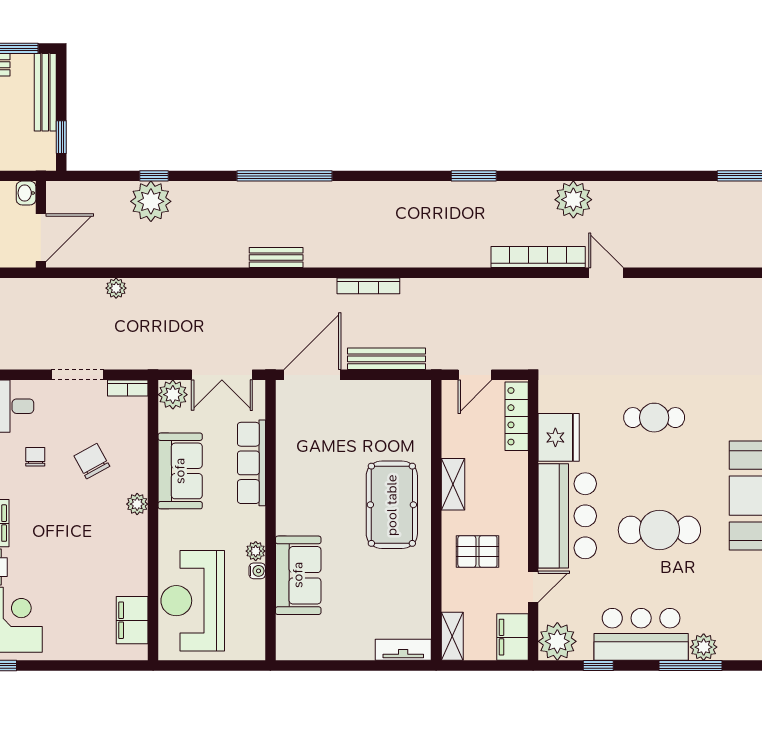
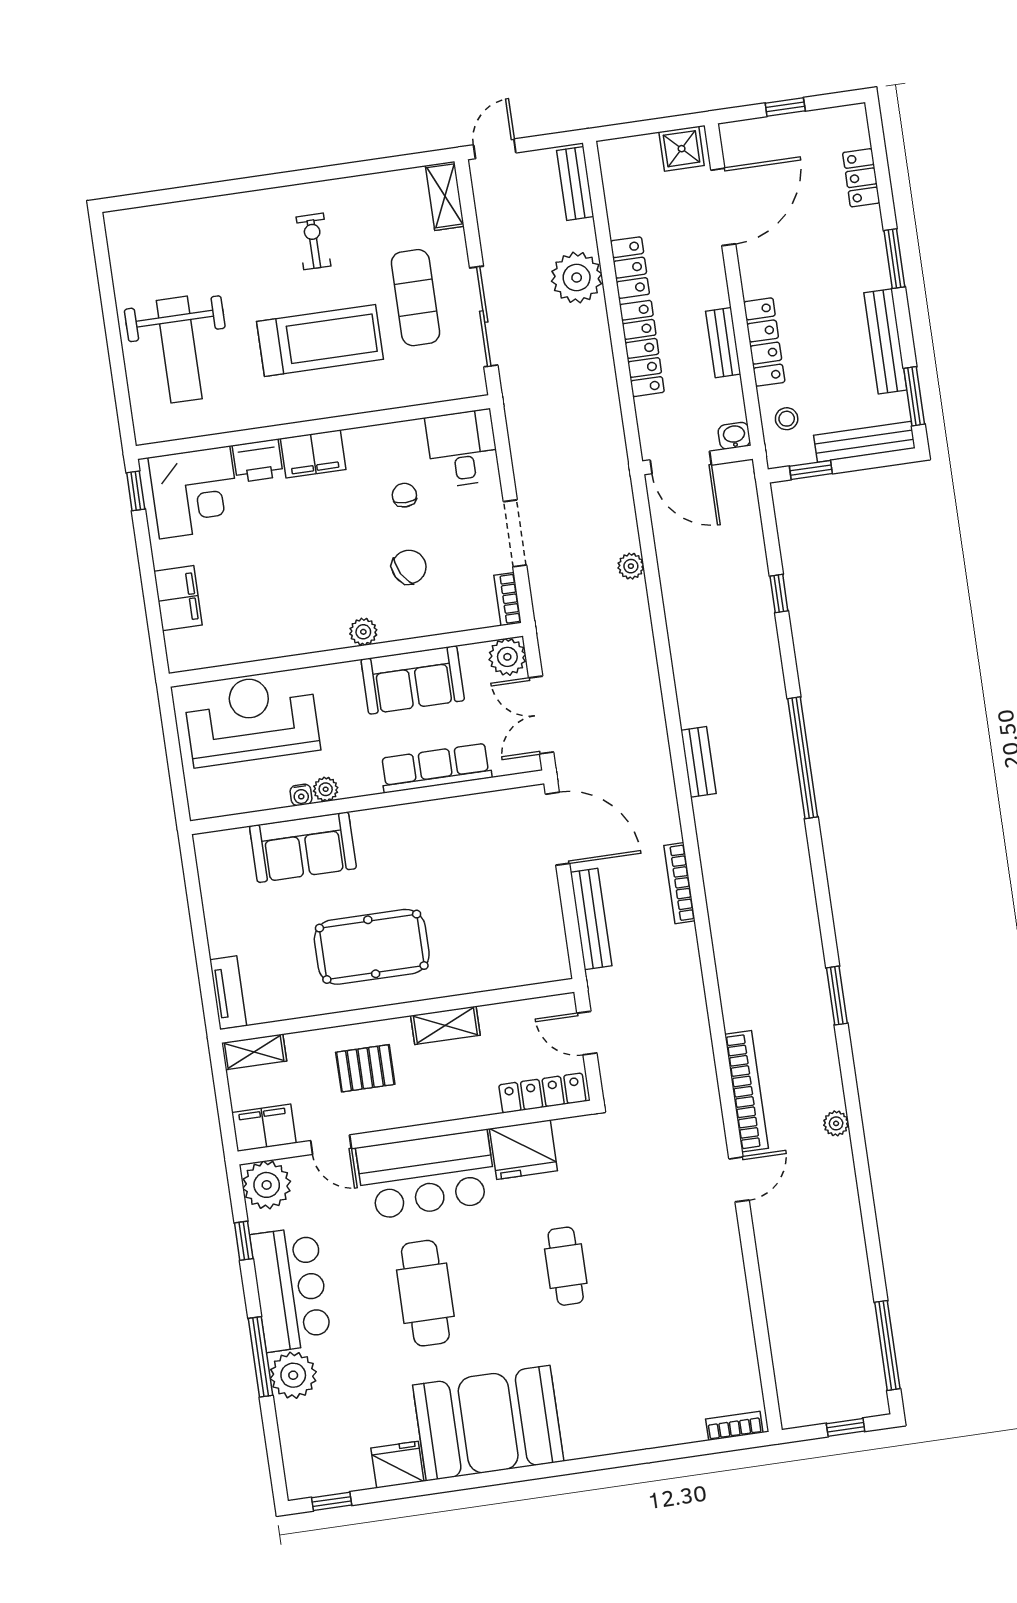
stool: (19, 150) -> (787, 419), added
plant: (573, 200) -> (836, 1123), width x0.53, depth x0.53
plant: (151, 201) -> (746, 594), removed
chair: (35, 457) -> (404, 495), turned -90
pool table: (392, 505) -> (372, 947), moved
pallet: (477, 552) -> (365, 1068), turned 90
filing cabinet: (132, 620) -> (178, 598), moved, turned 90
plant: (704, 647) -> (293, 1375), width x1.36, depth x1.36

